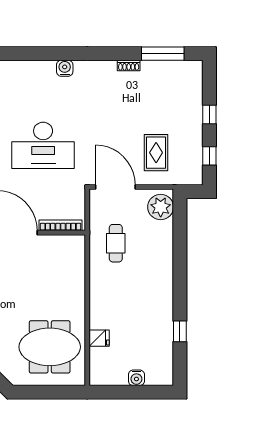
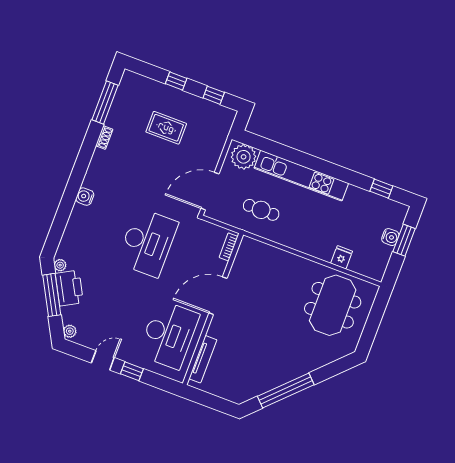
rug: (156, 153) -> (166, 128), moved
bookcase: (61, 225) -> (229, 247), width x0.64
kitchen unit: (163, 270) -> (301, 176), added
window: (180, 331) -> (381, 189), moved
window: (138, 392) -> (404, 240), added

